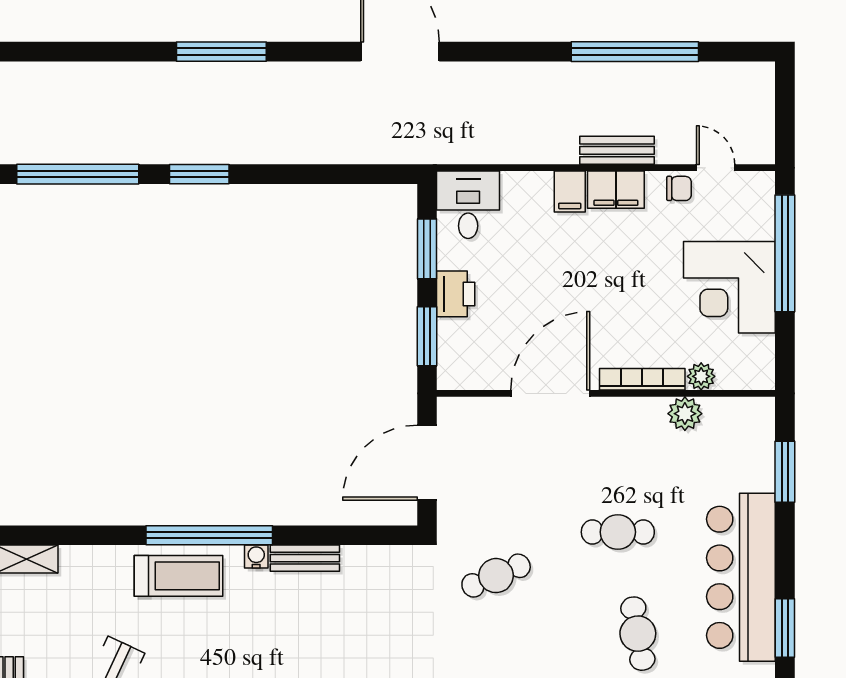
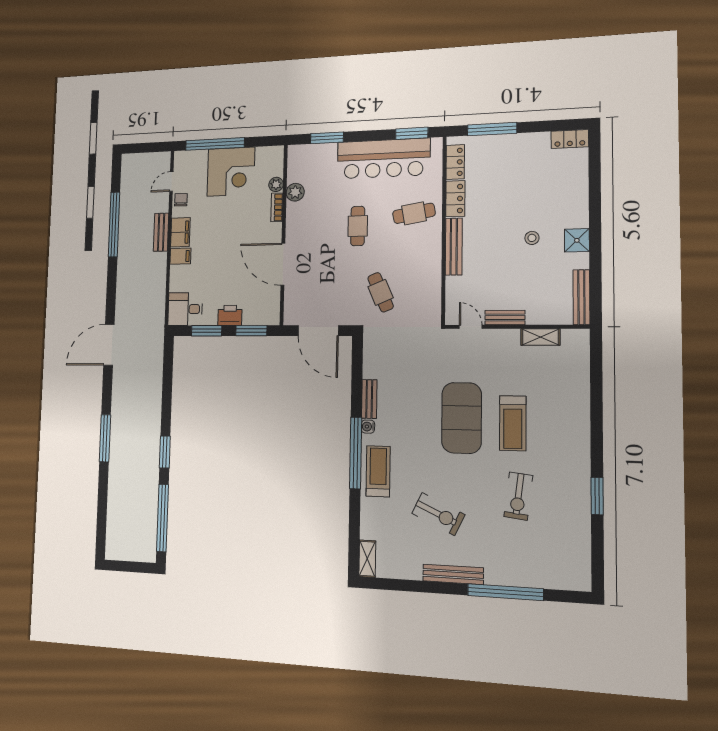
bookcase: (642, 379) -> (277, 207), width x0.64

